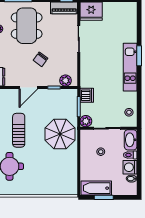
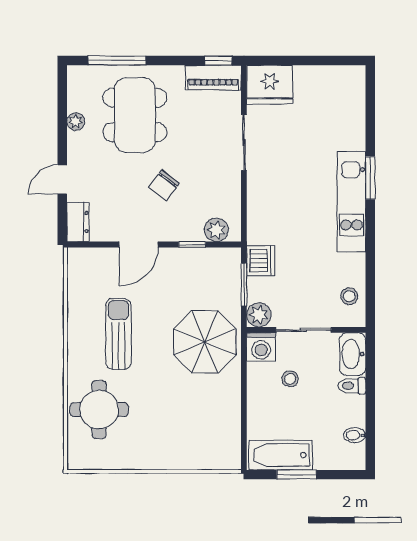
washing machine: (130, 167) -> (261, 347), moved, turned -90

